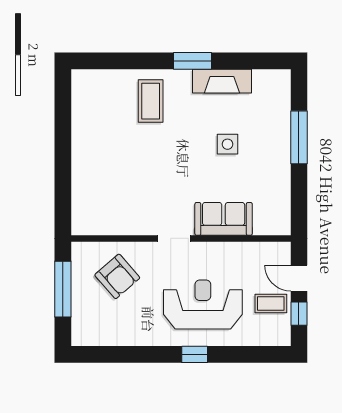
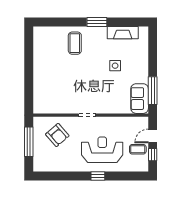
fireplace: (222, 81) -> (123, 33), moved
window: (299, 137) -> (153, 91), moved
sofa: (224, 219) -> (140, 99), moved, turned -90
door: (299, 278) -> (153, 136), hinge flipped

